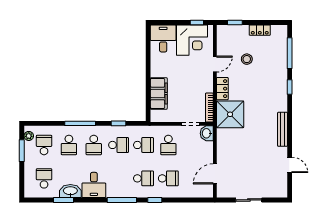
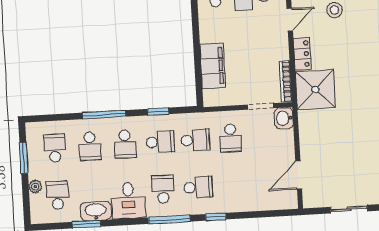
plant: (29, 136) -> (35, 187), moved
school desk: (168, 178) -> (163, 189), moved, turned -90

